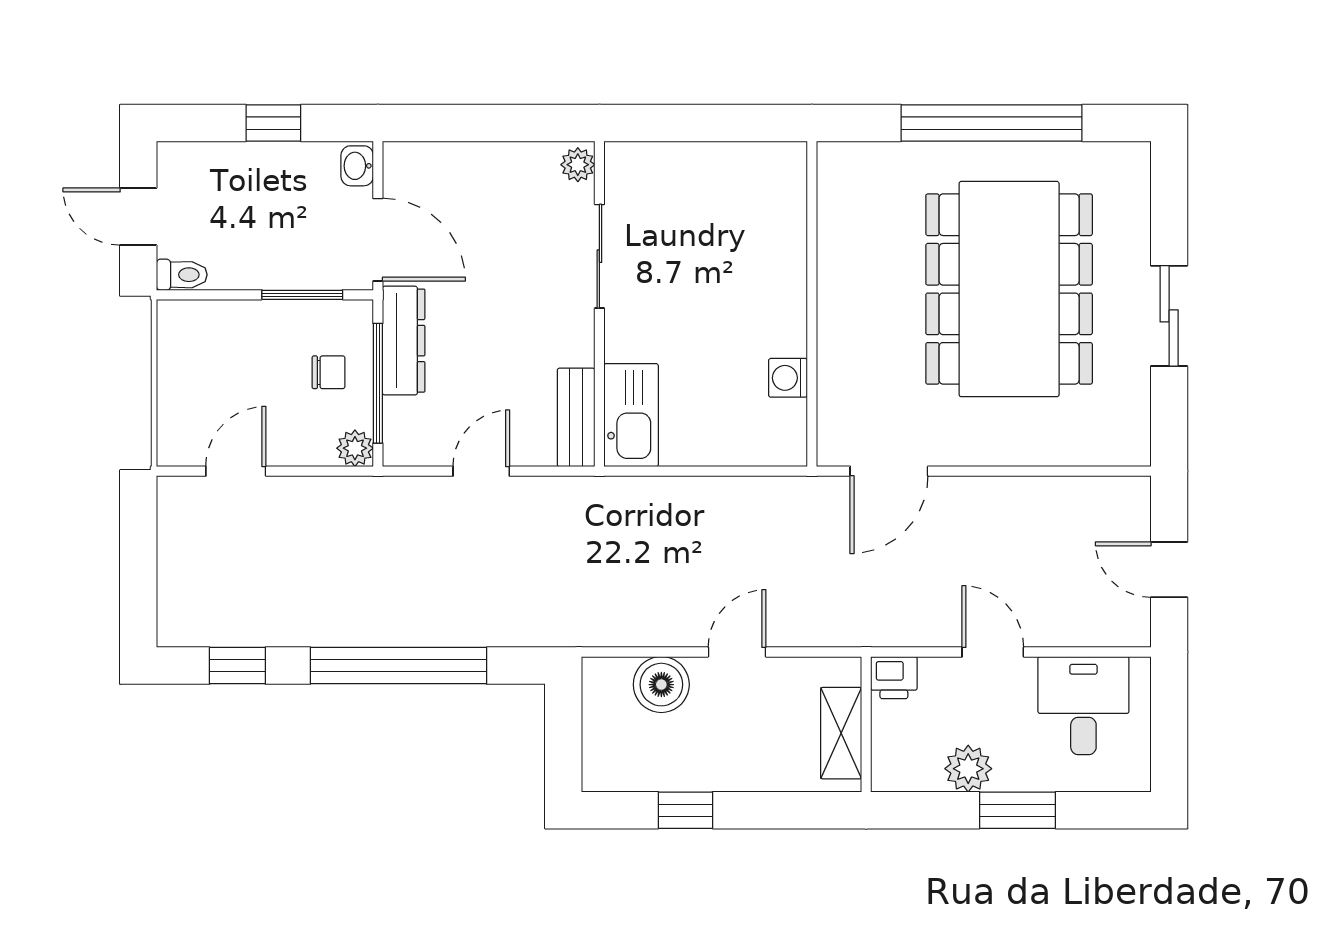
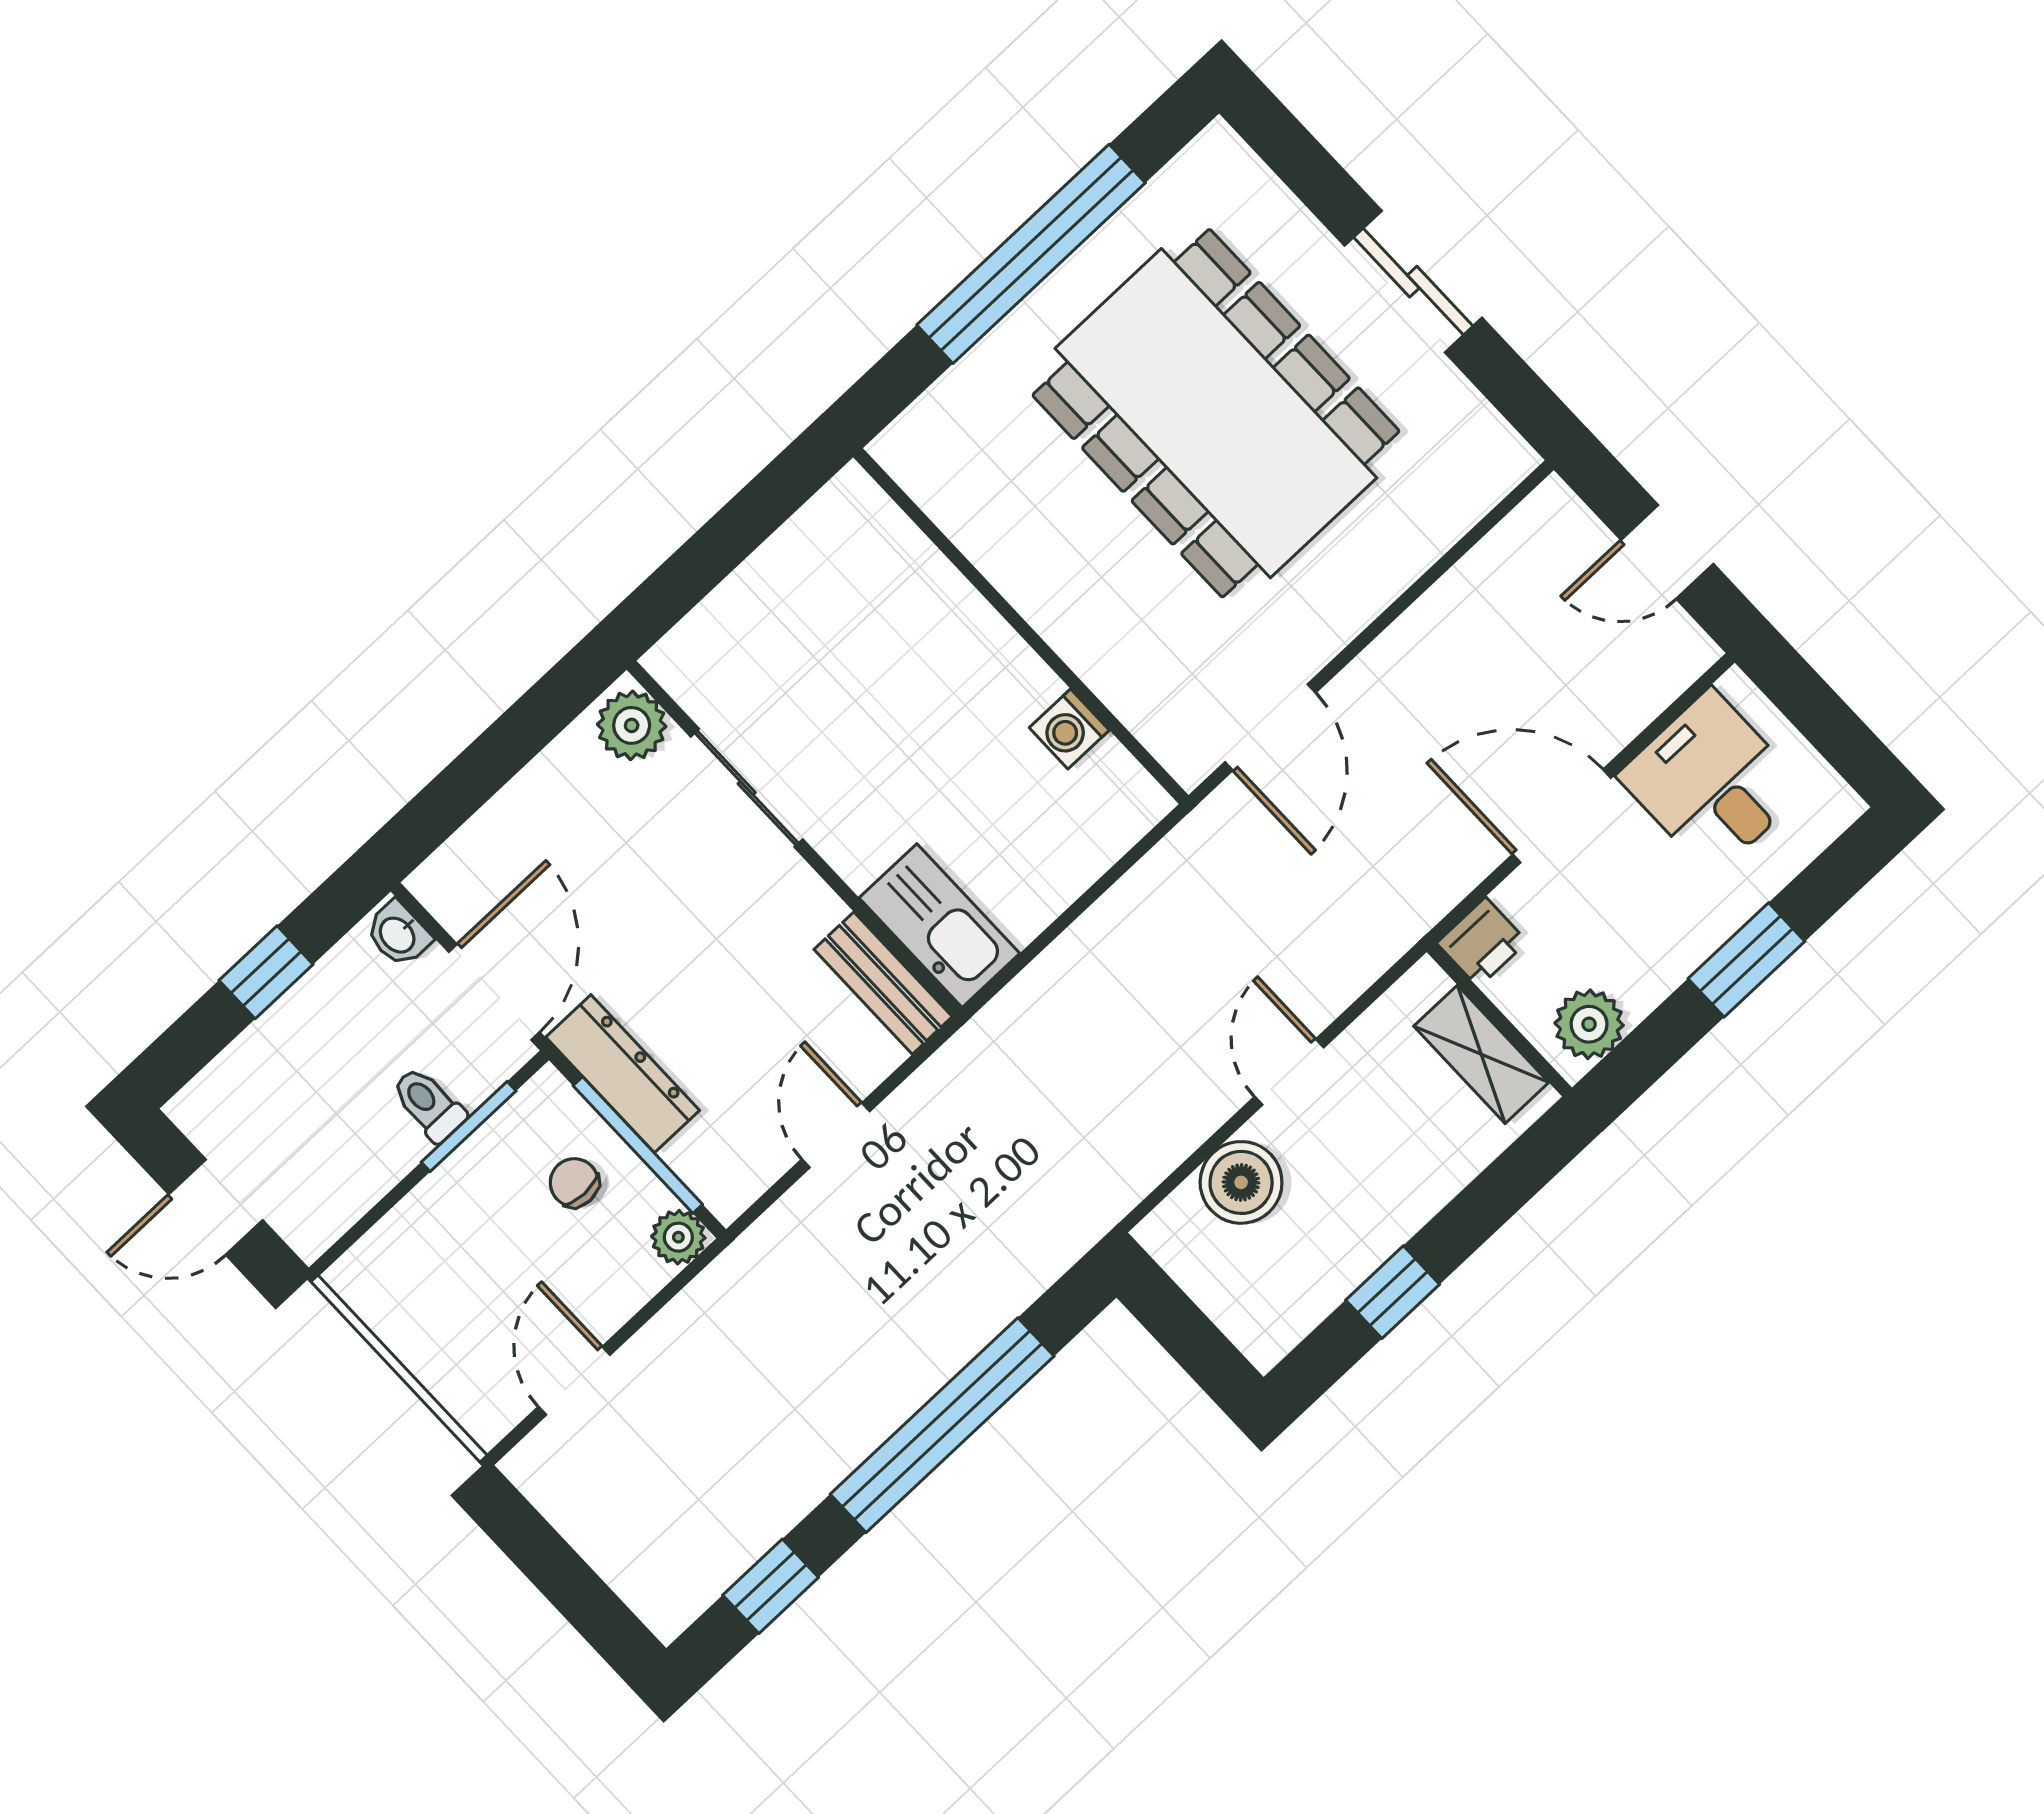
plant: (578, 165) -> (632, 725), width x1.38, depth x1.38
door: (378, 240) -> (494, 992), hinge flipped
toilet: (182, 275) -> (428, 1104), moved, turned -90
chair: (329, 372) -> (574, 1183), turned -90
door: (993, 652) -> (1562, 816), width x1.38
plant: (968, 769) -> (1589, 1024), moved

